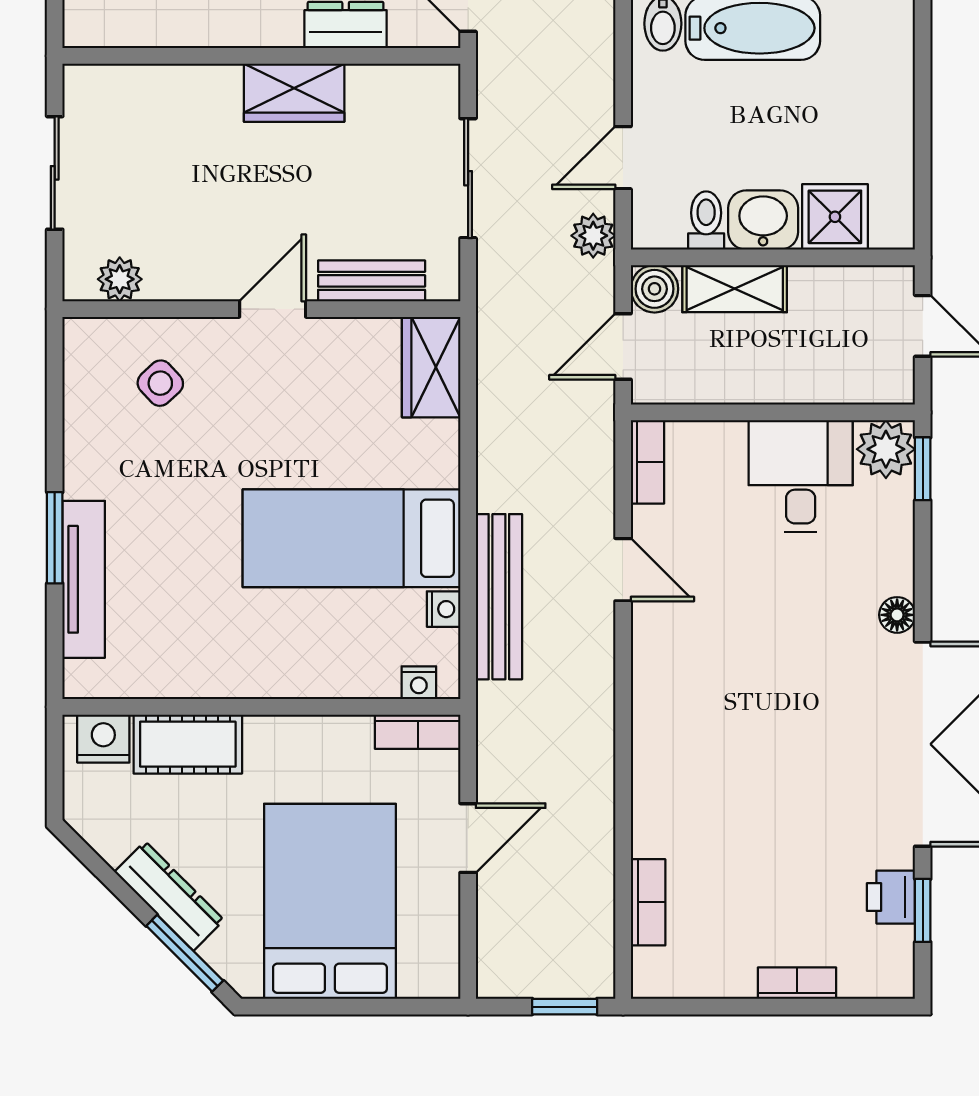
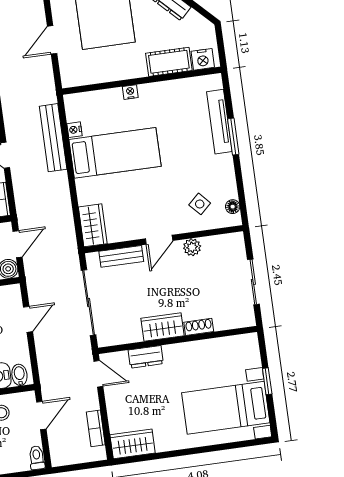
shoe rack: (205, 81) -> (199, 327), added
sliding door: (468, 178) -> (89, 303), width x1.37
plant: (593, 236) -> (35, 287), removed
plant: (120, 279) -> (192, 247), moved
floor lamp: (80, 365) -> (233, 207), added
nightstand: (419, 683) -> (130, 92), moved
bookcase: (418, 732) -> (78, 79), removed

